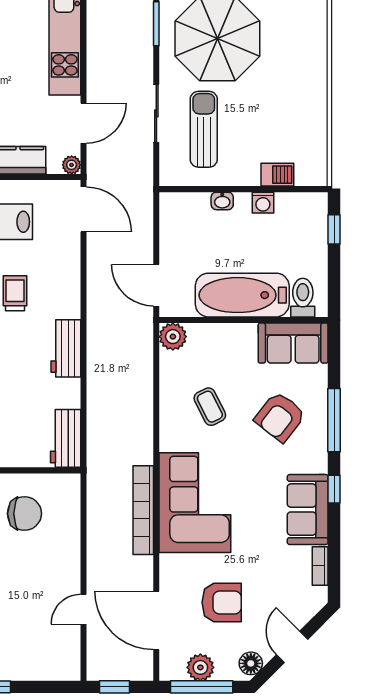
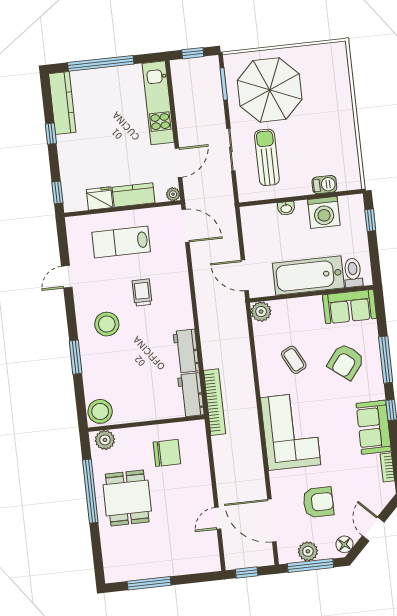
washing machine: (263, 203) -> (324, 212), width x1.89, depth x1.89
workbench: (66, 348) -> (186, 351), moved
bookcase: (143, 510) -> (215, 402), moved, turned 180

